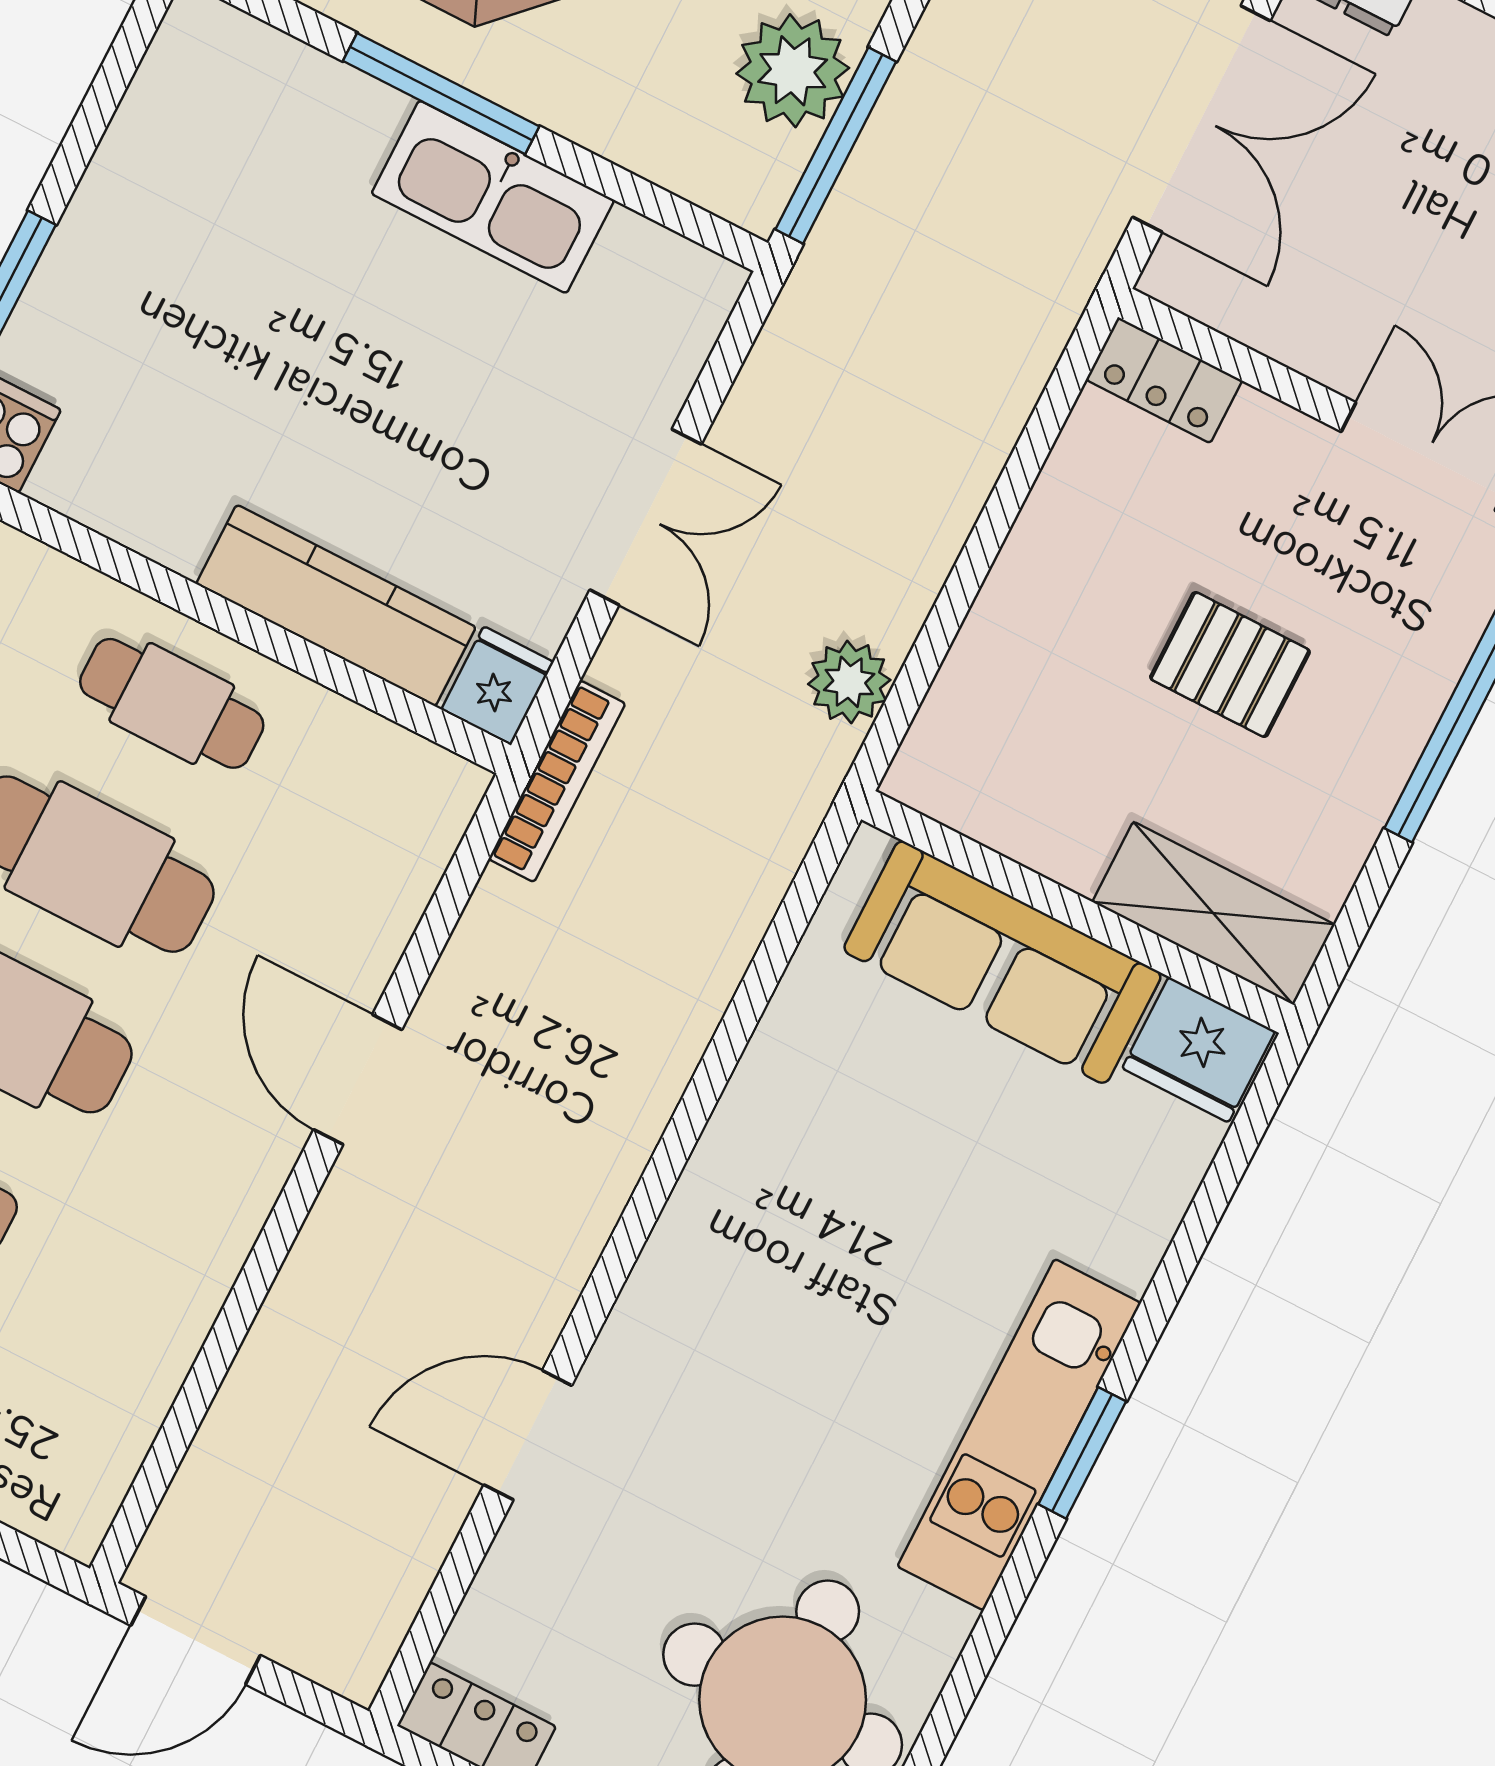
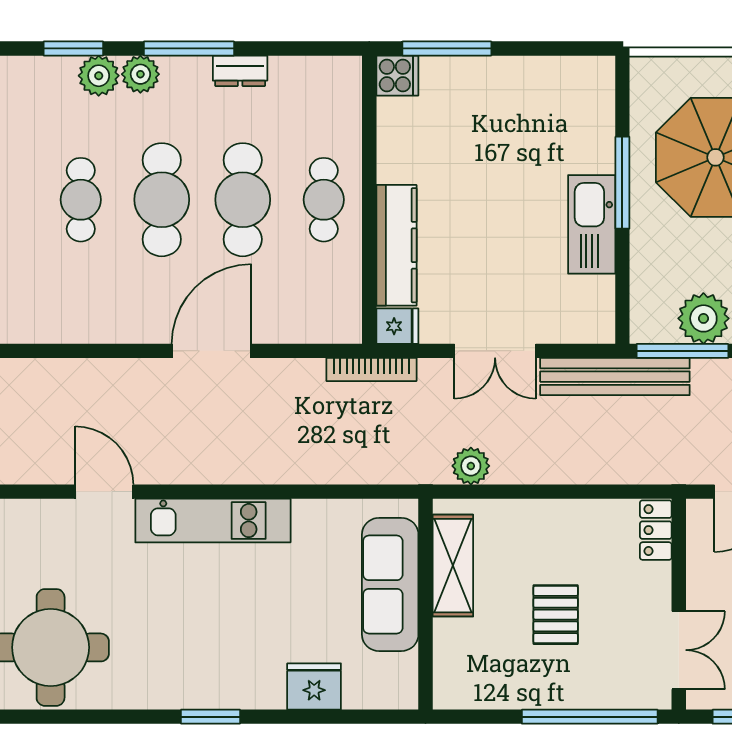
bench: (818, 305) -> (615, 377), added
shelving: (1213, 913) -> (453, 566), moved
fridge: (1199, 1050) -> (314, 686), moved, turned 90
door: (358, 1080) -> (211, 351), width x1.36
kitchen unit: (1019, 1435) -> (213, 521), moved, turned 180

